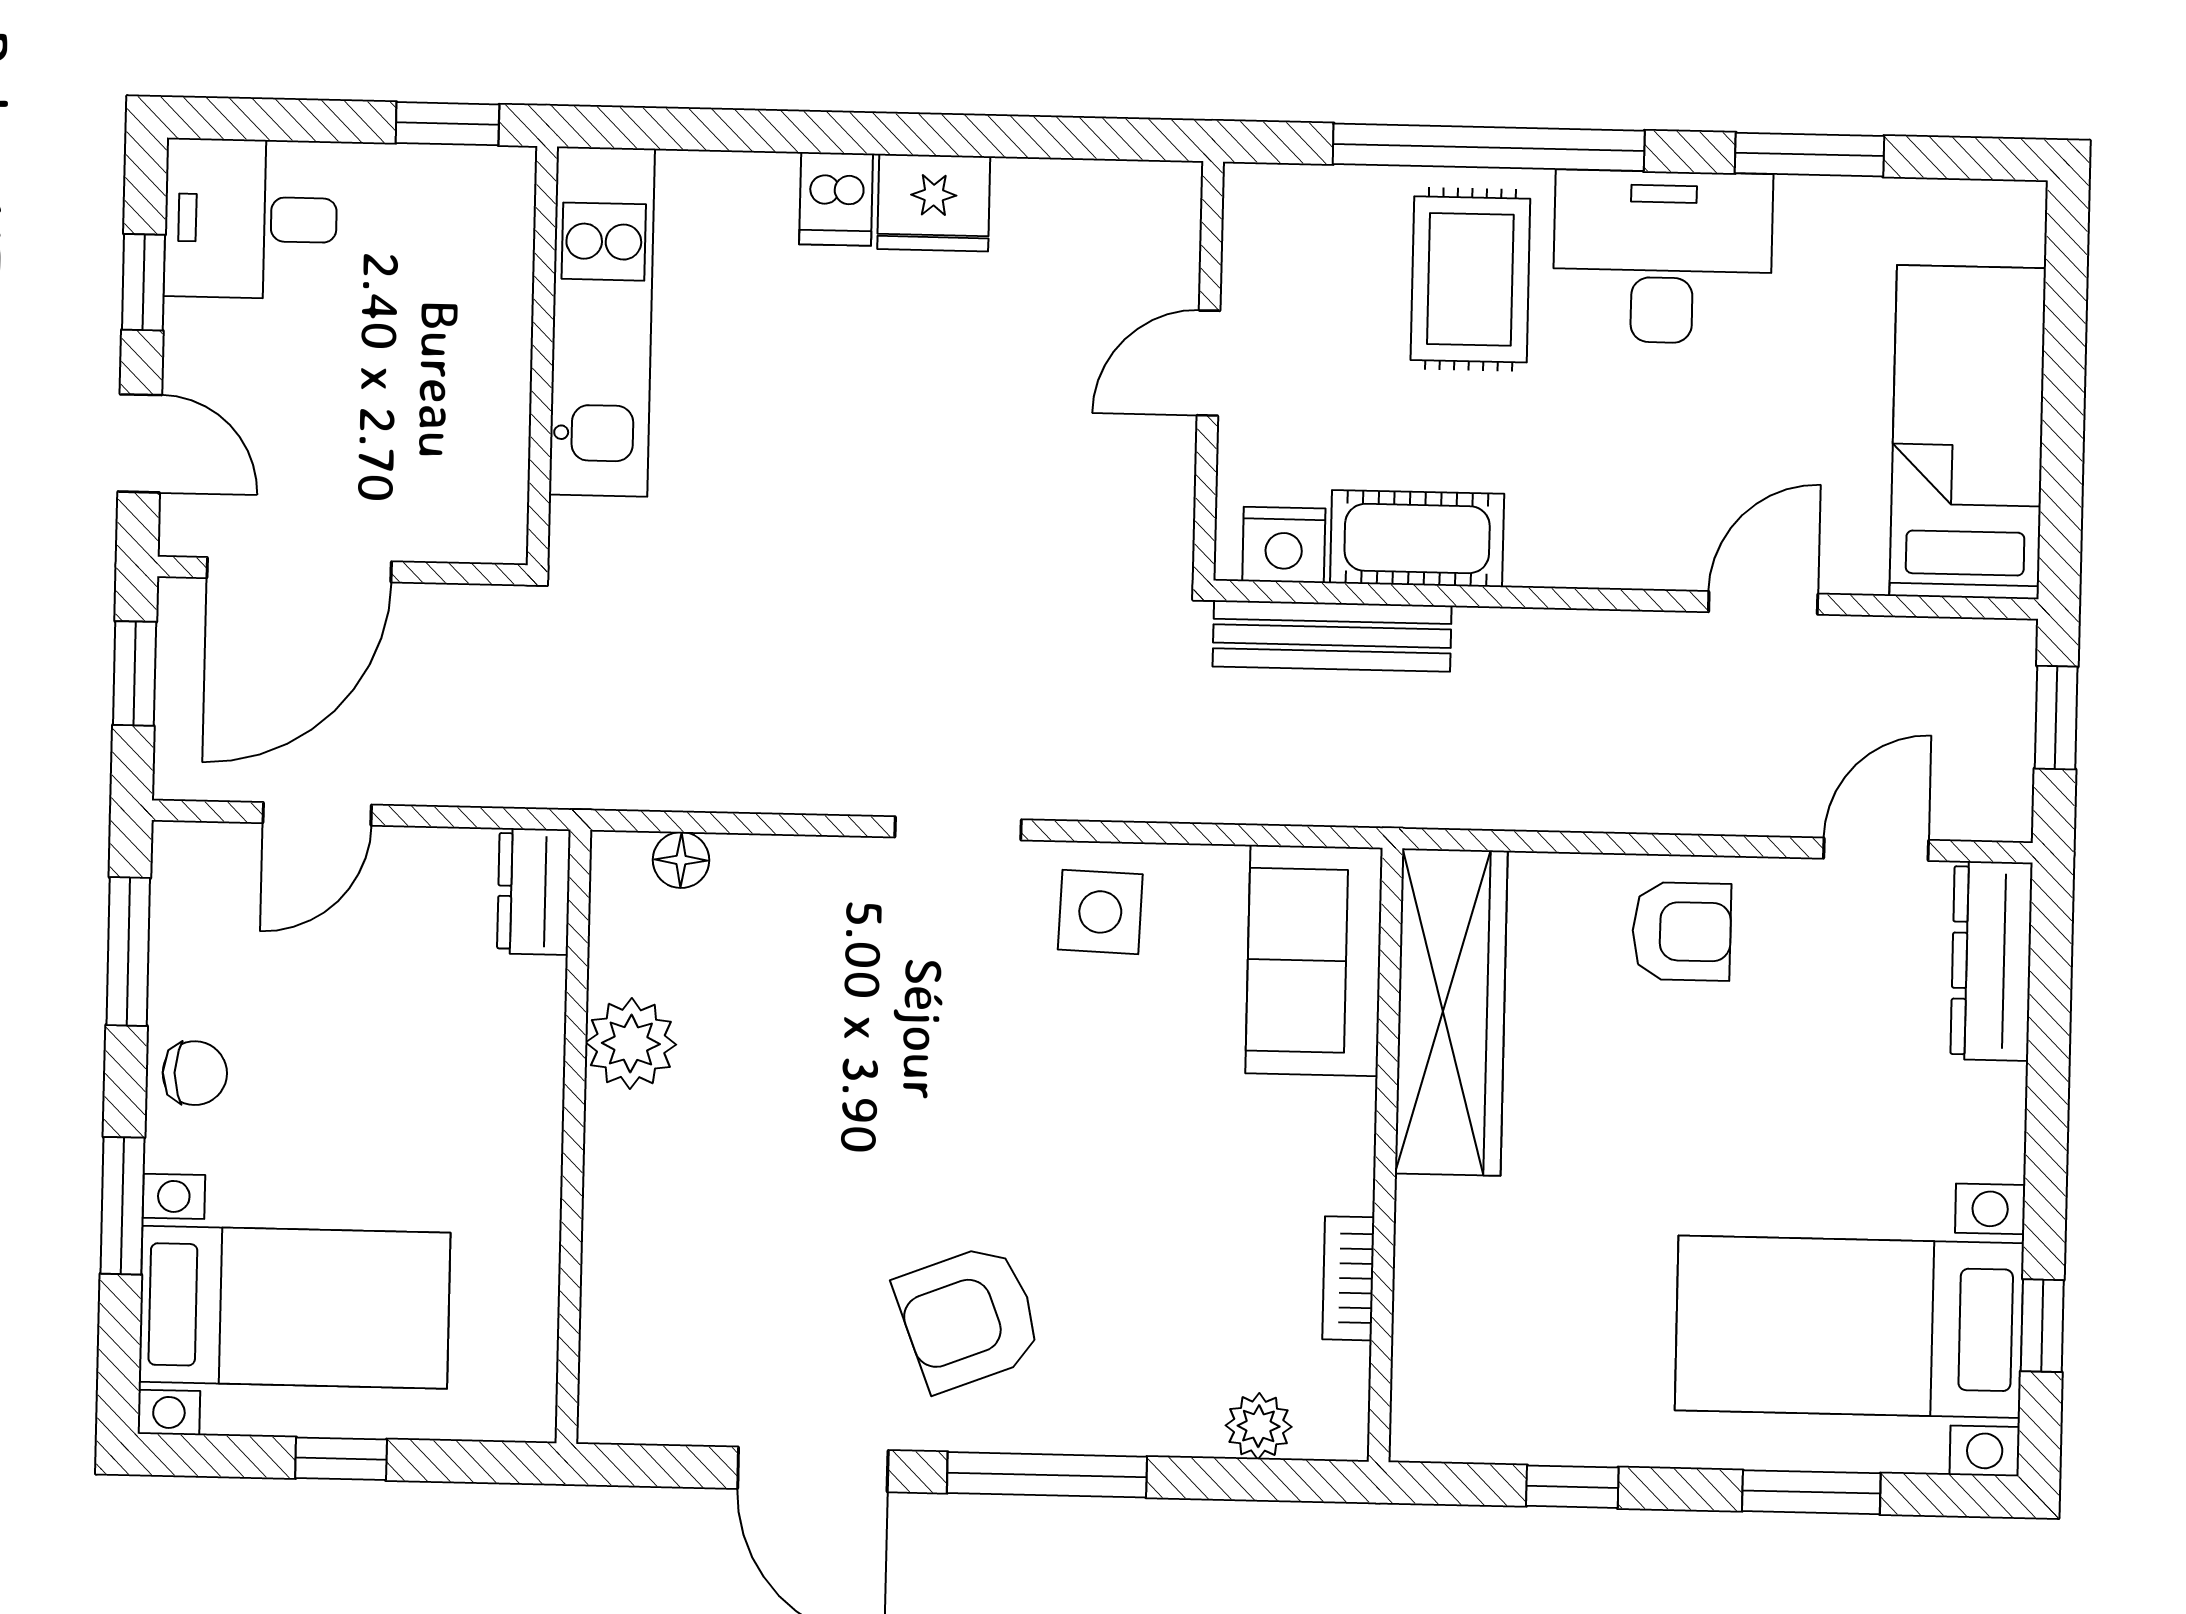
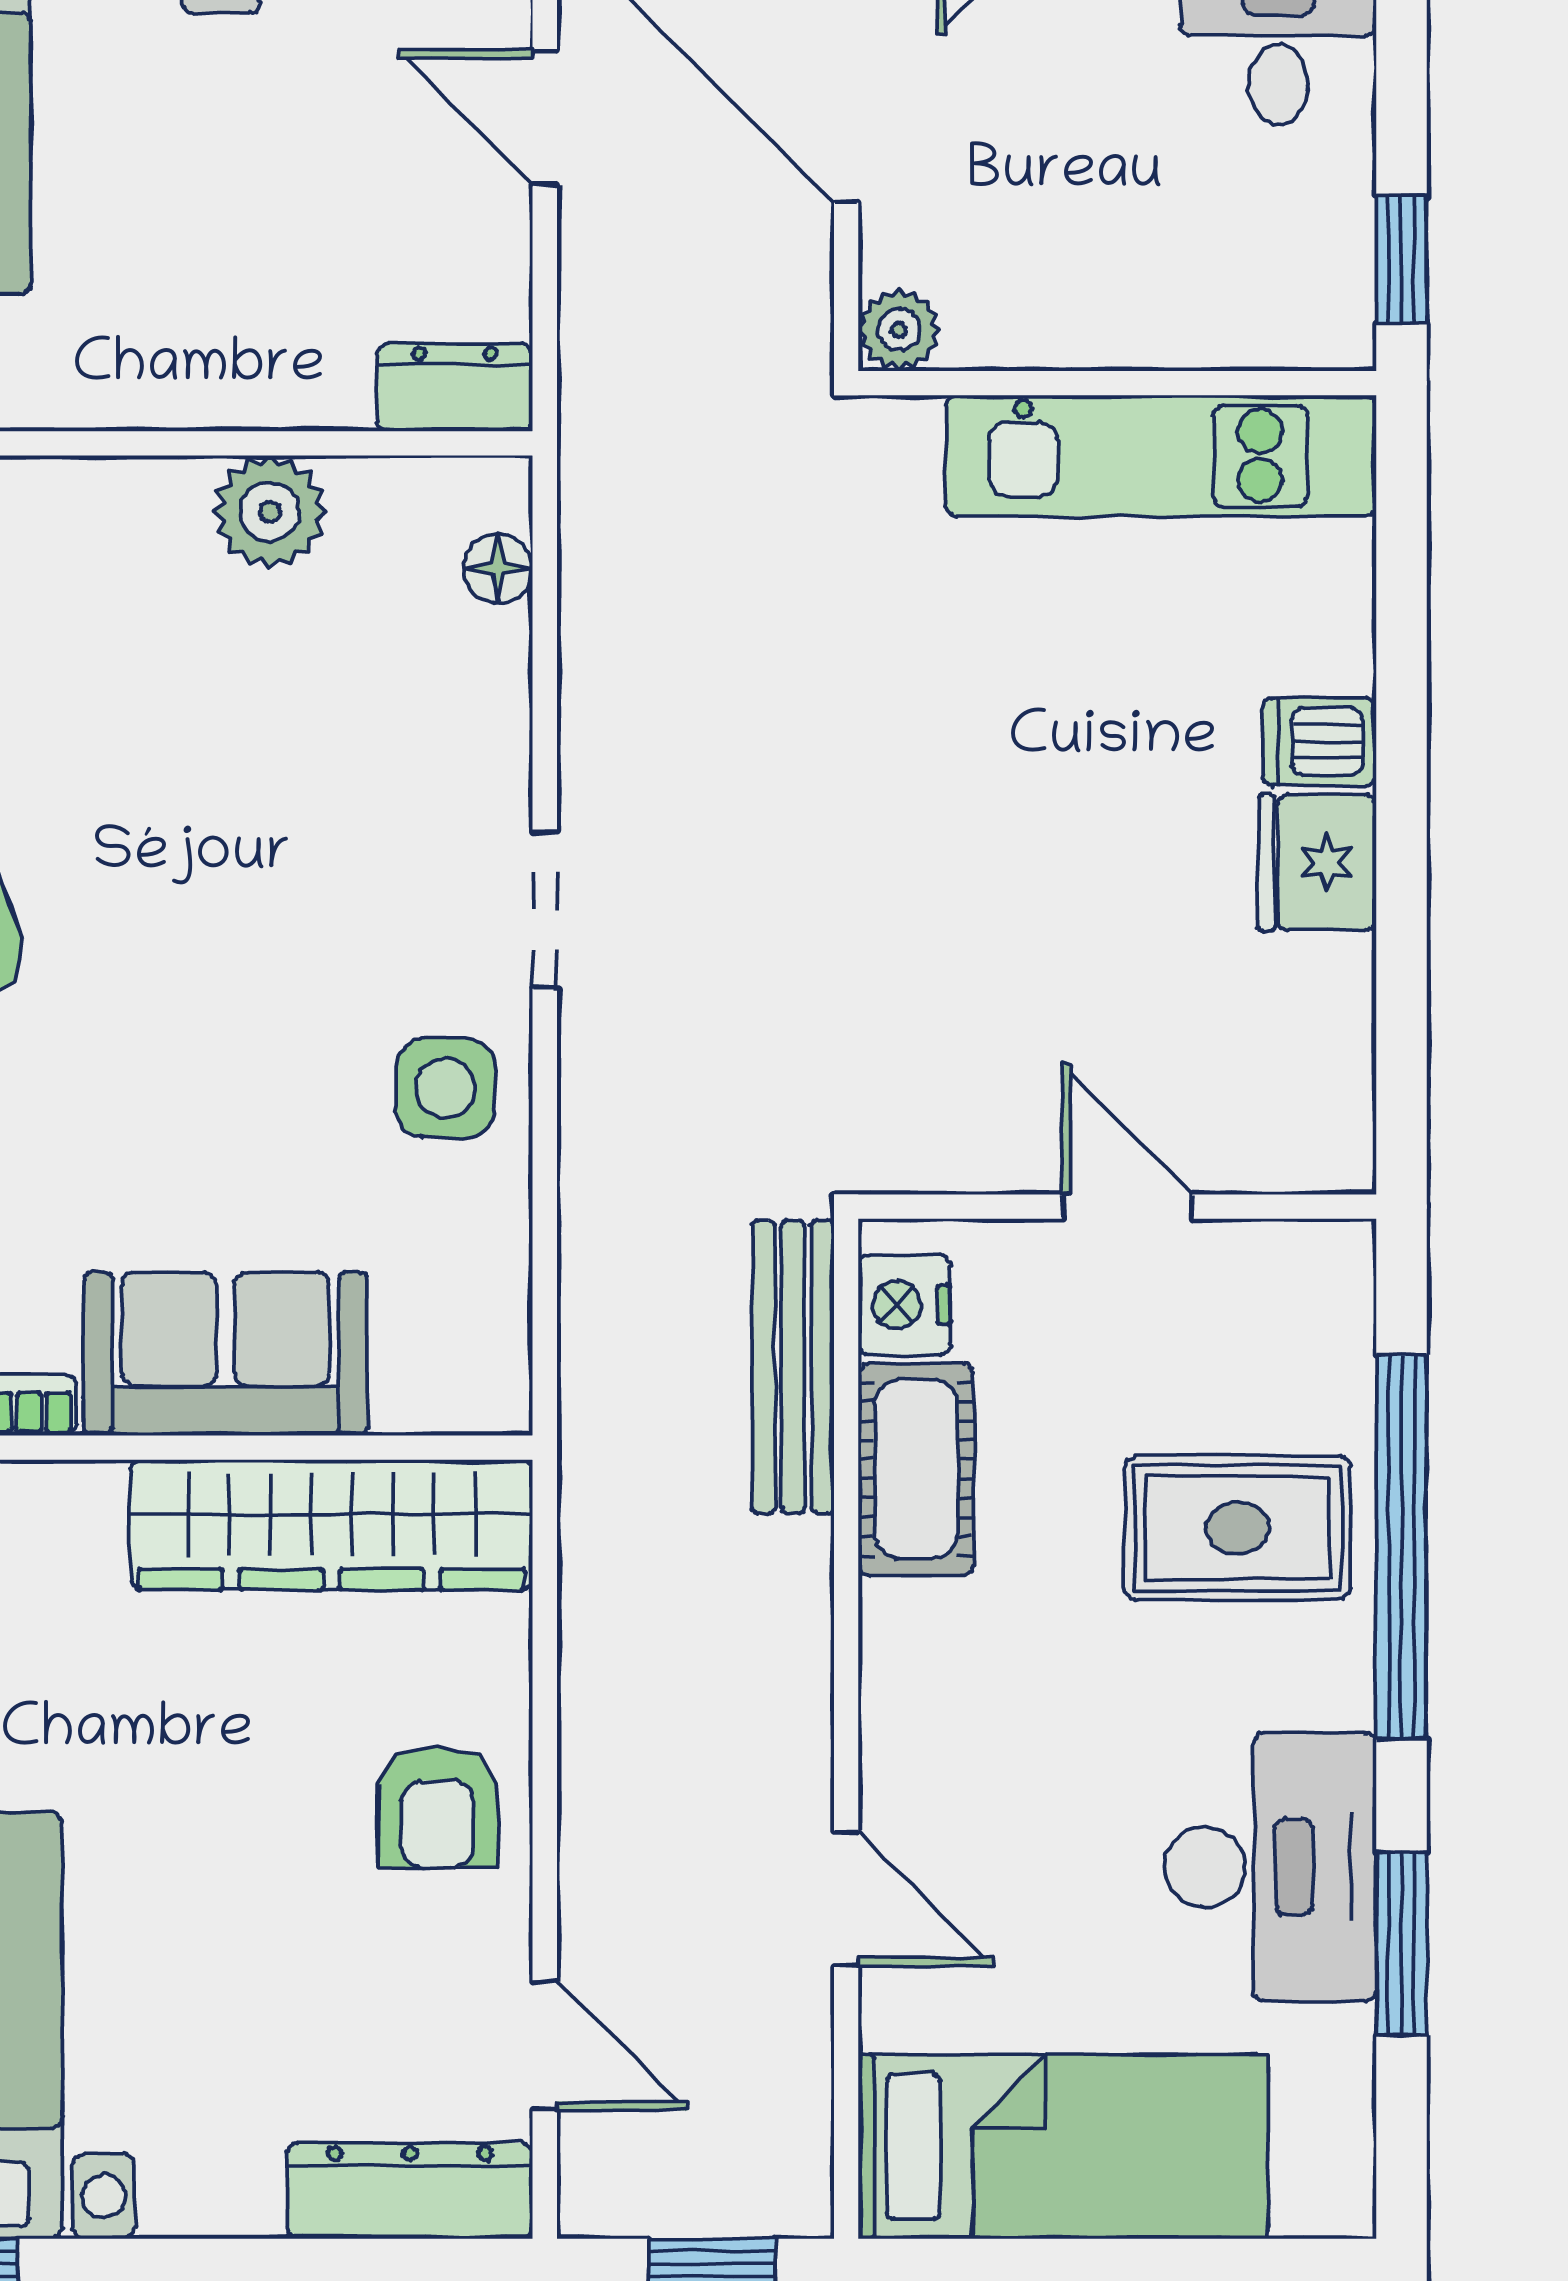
desk: (1663, 257) -> (1271, 1867), moved
plant: (495, 531) -> (899, 330), added
sofa: (1314, 961) -> (225, 1354), moved

